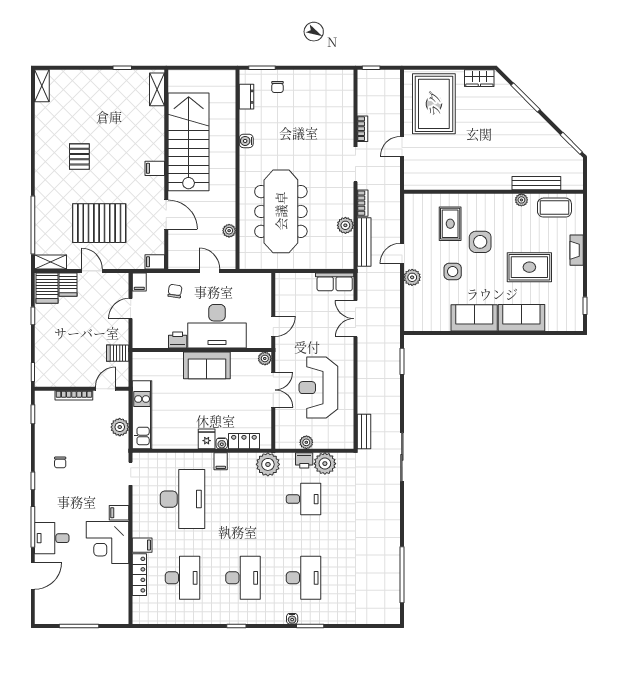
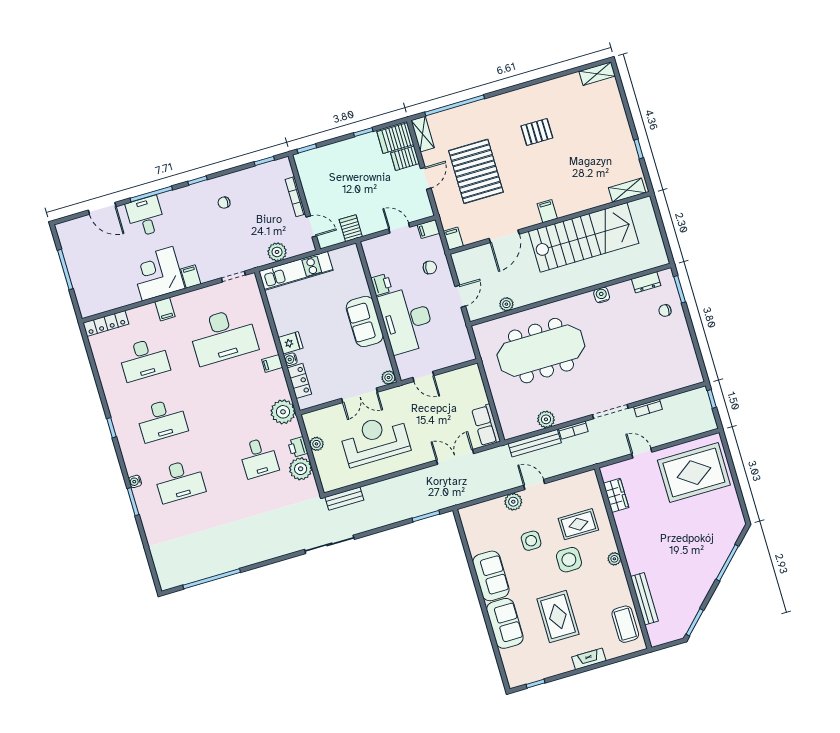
wardrobe: (479, 78) -> (616, 495), moved, turned 180
plant: (521, 200) -> (614, 559), moved
locker: (139, 575) -> (106, 323), moved

